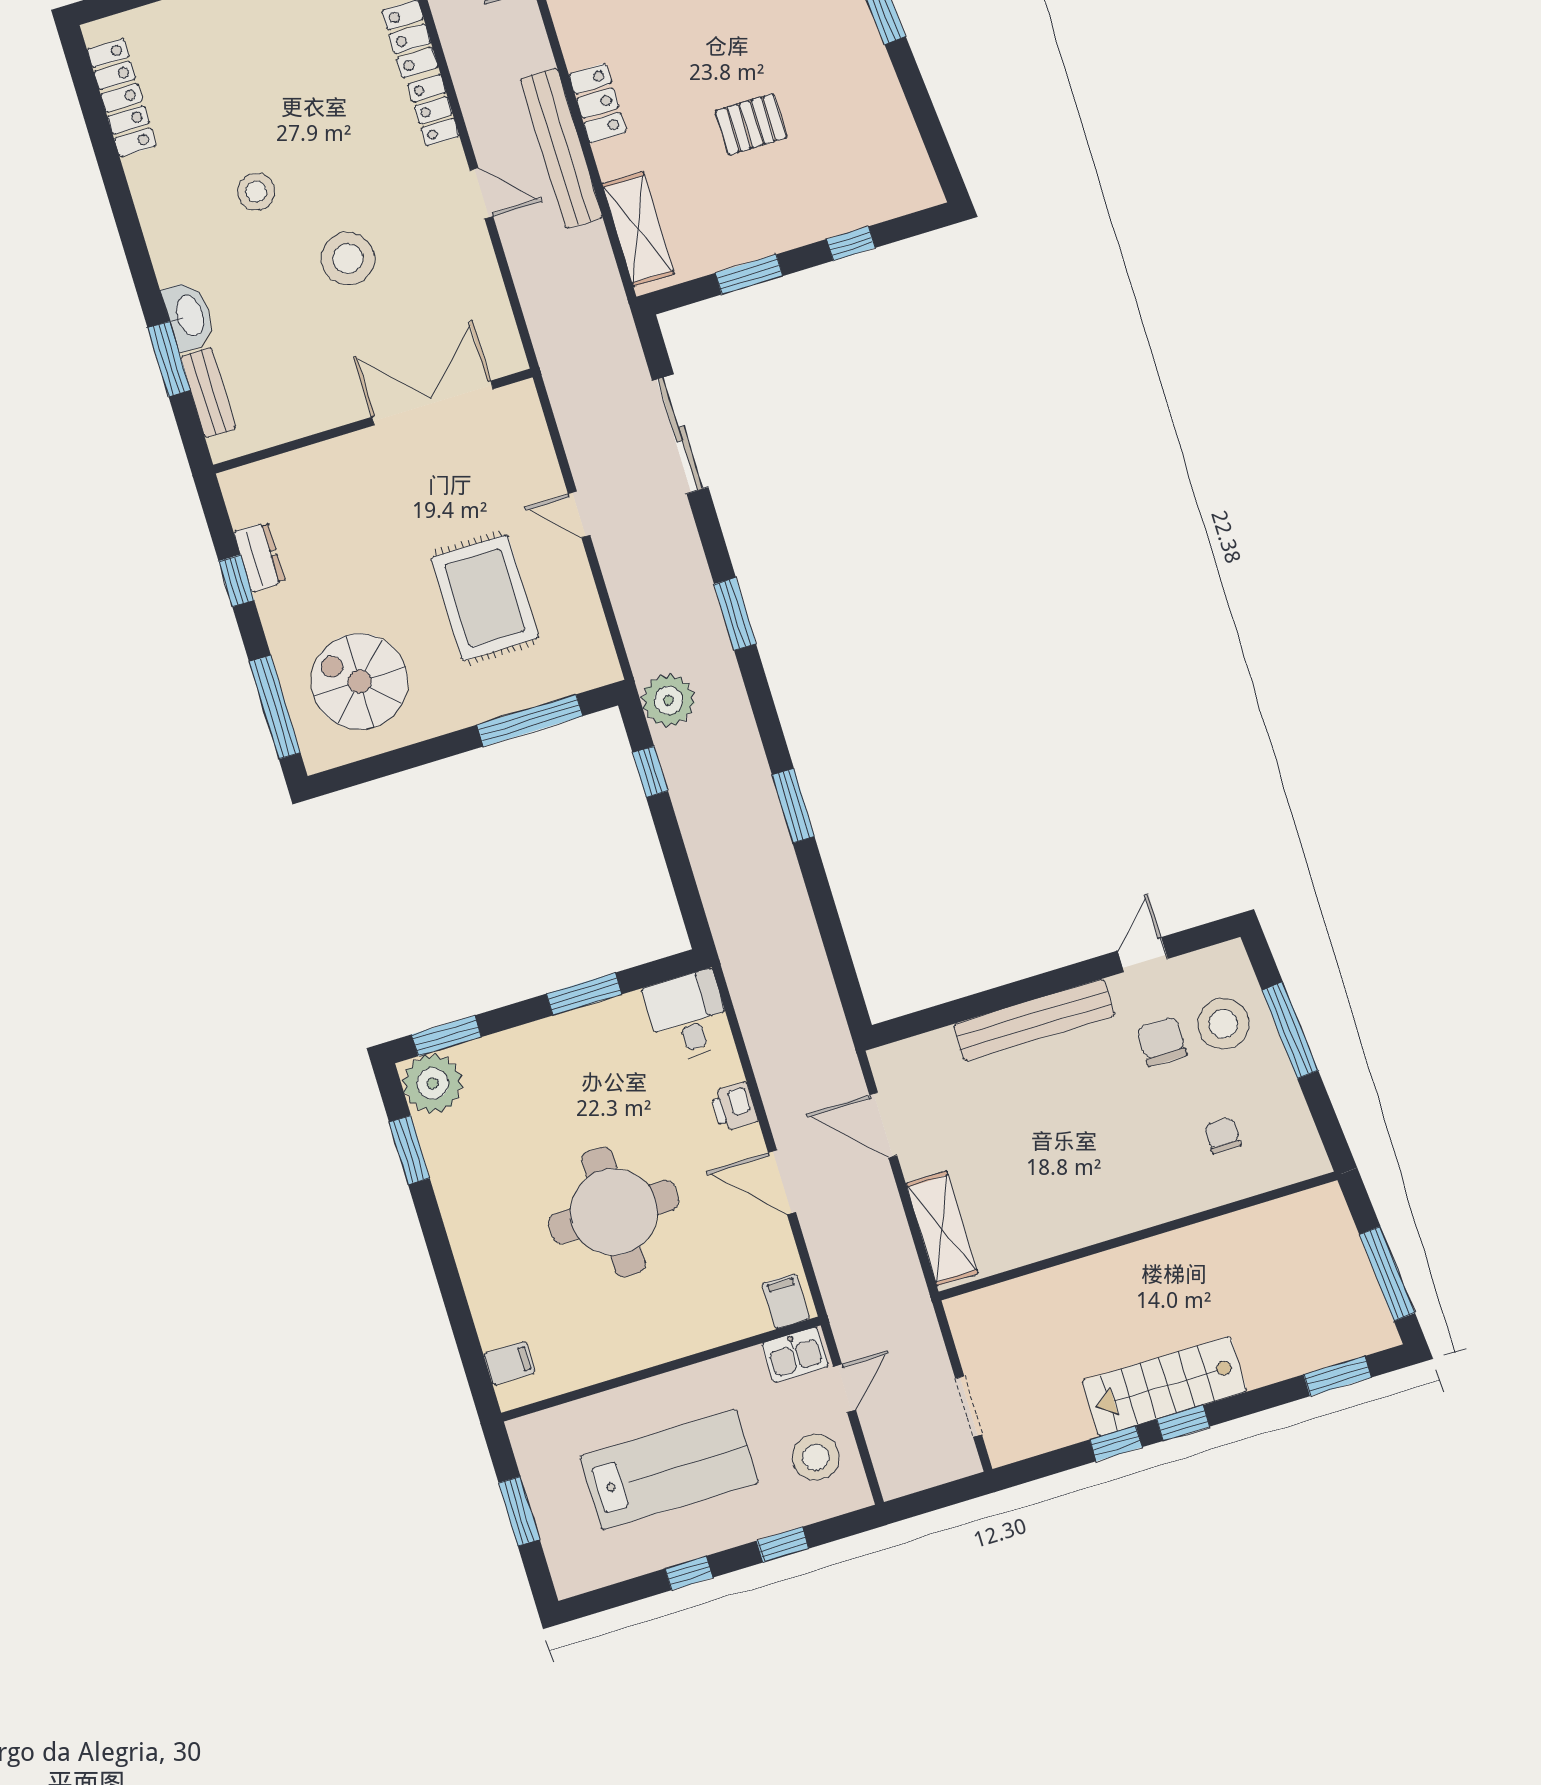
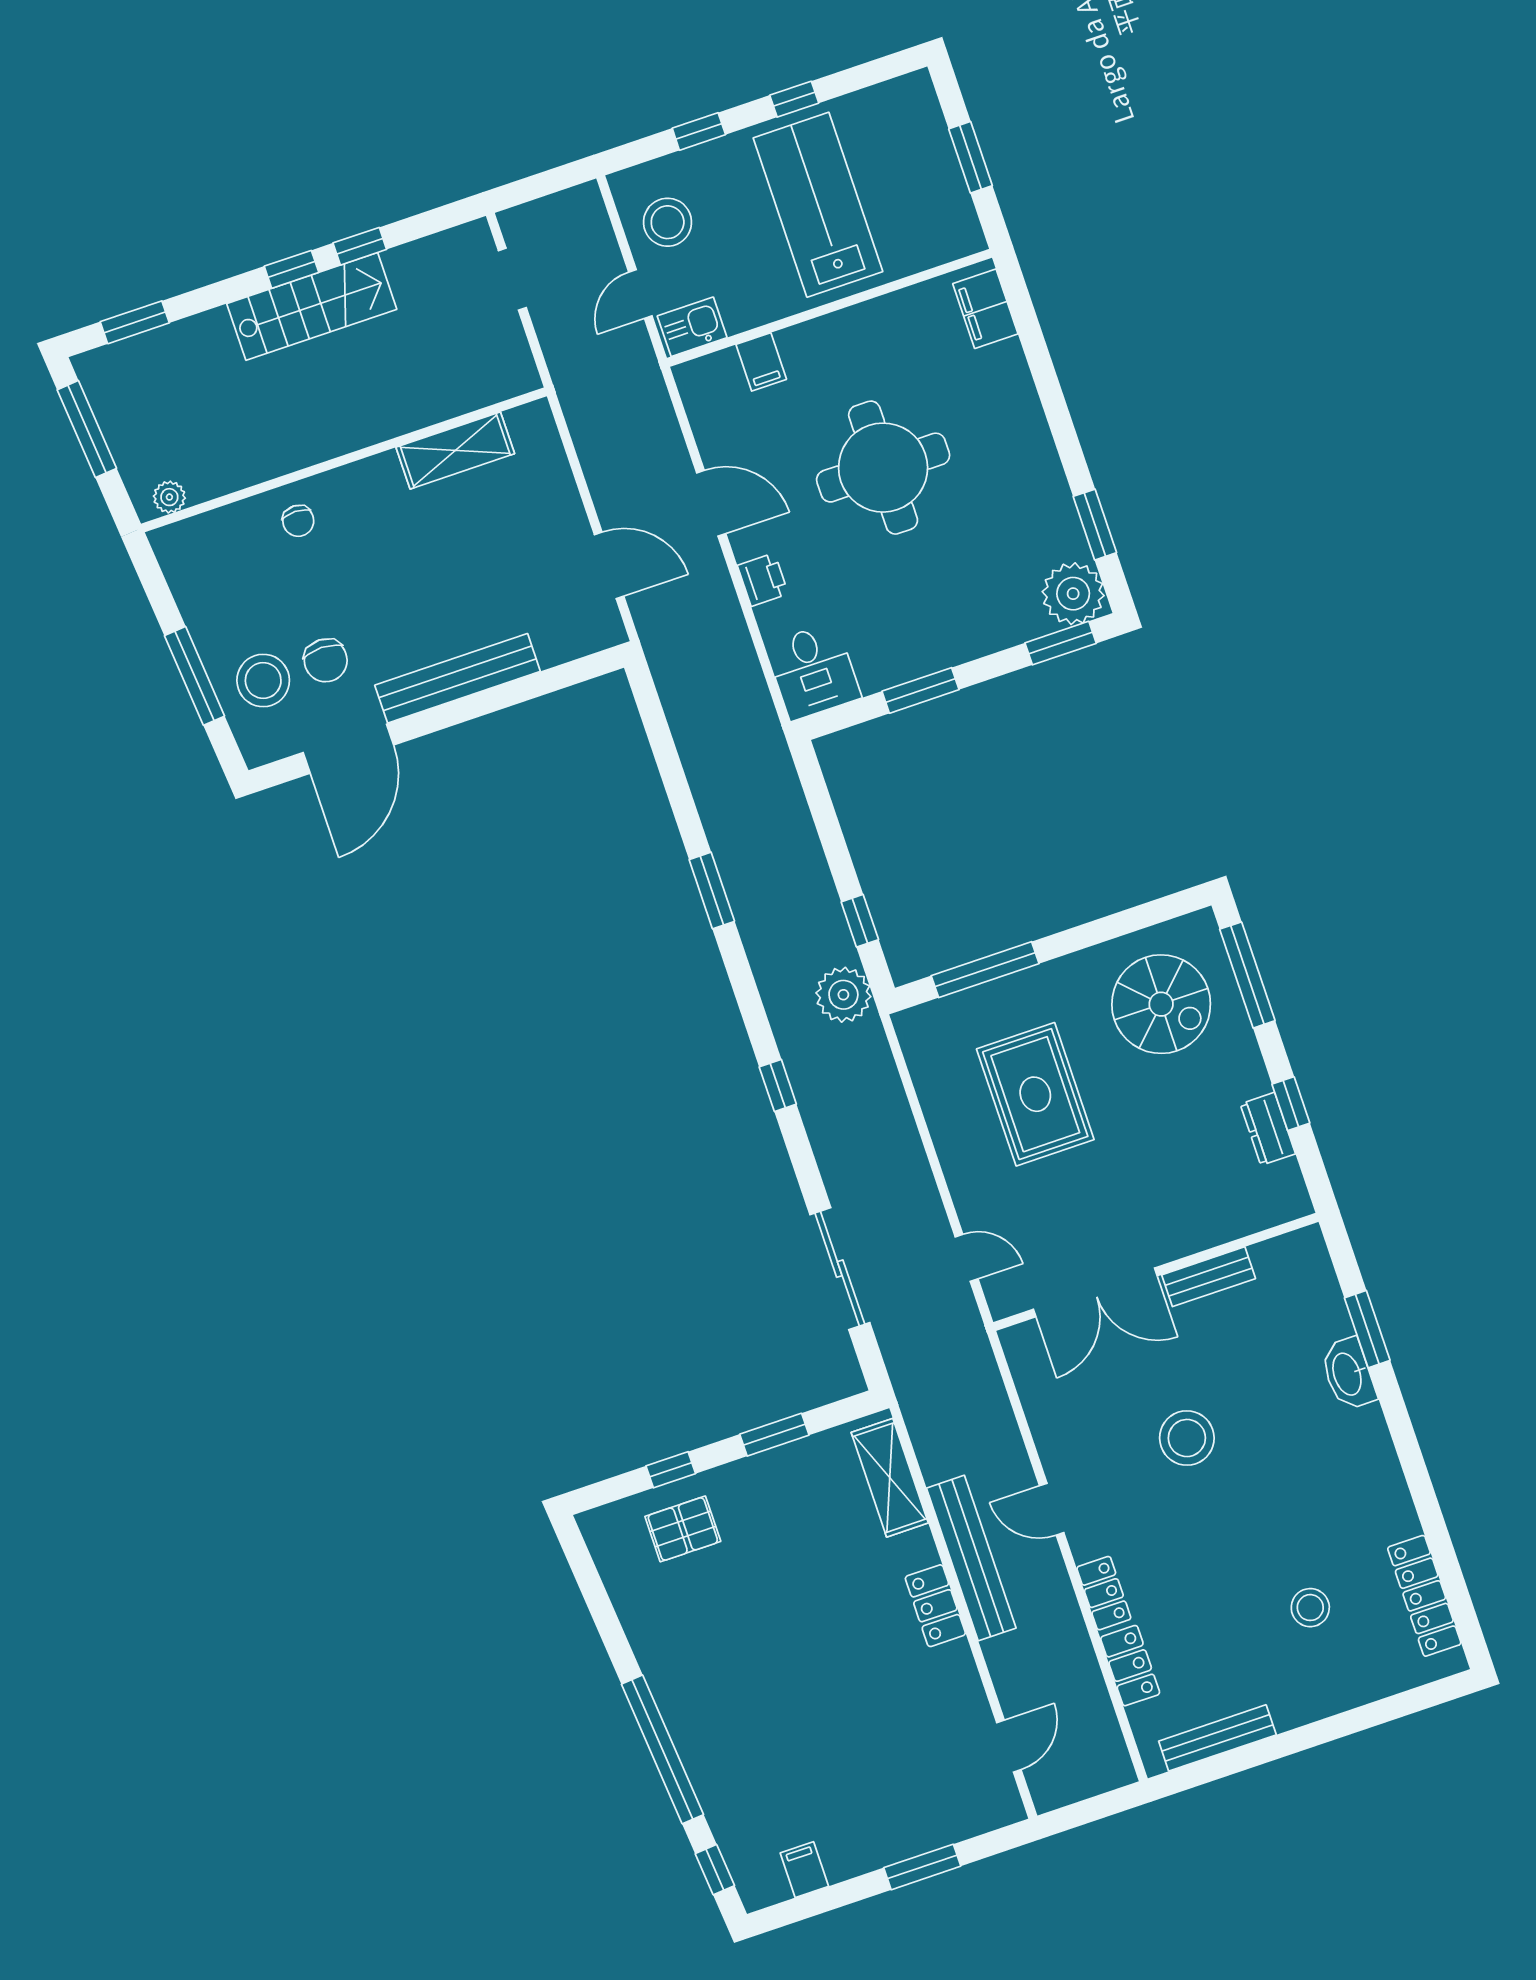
pallet: (751, 124) -> (683, 1529), moved
stool: (256, 192) -> (1310, 1608), moved
bench: (208, 393) -> (1209, 1277), moved, turned 90
door: (579, 515) -> (967, 1258), moved
window: (735, 614) -> (778, 1086), width x0.67
door: (1143, 955) -> (348, 749), width x1.87
chair: (1223, 1135) -> (298, 521), moved
plant: (1309, 1205) -> (169, 497), added
shelving: (942, 1228) -> (455, 450), moved, turned 90
filing cabinet: (786, 1301) -> (761, 362), moved
filing cabinet: (509, 1363) -> (985, 309), width x2.00
lab bench: (669, 1470) -> (818, 205), turned 90

